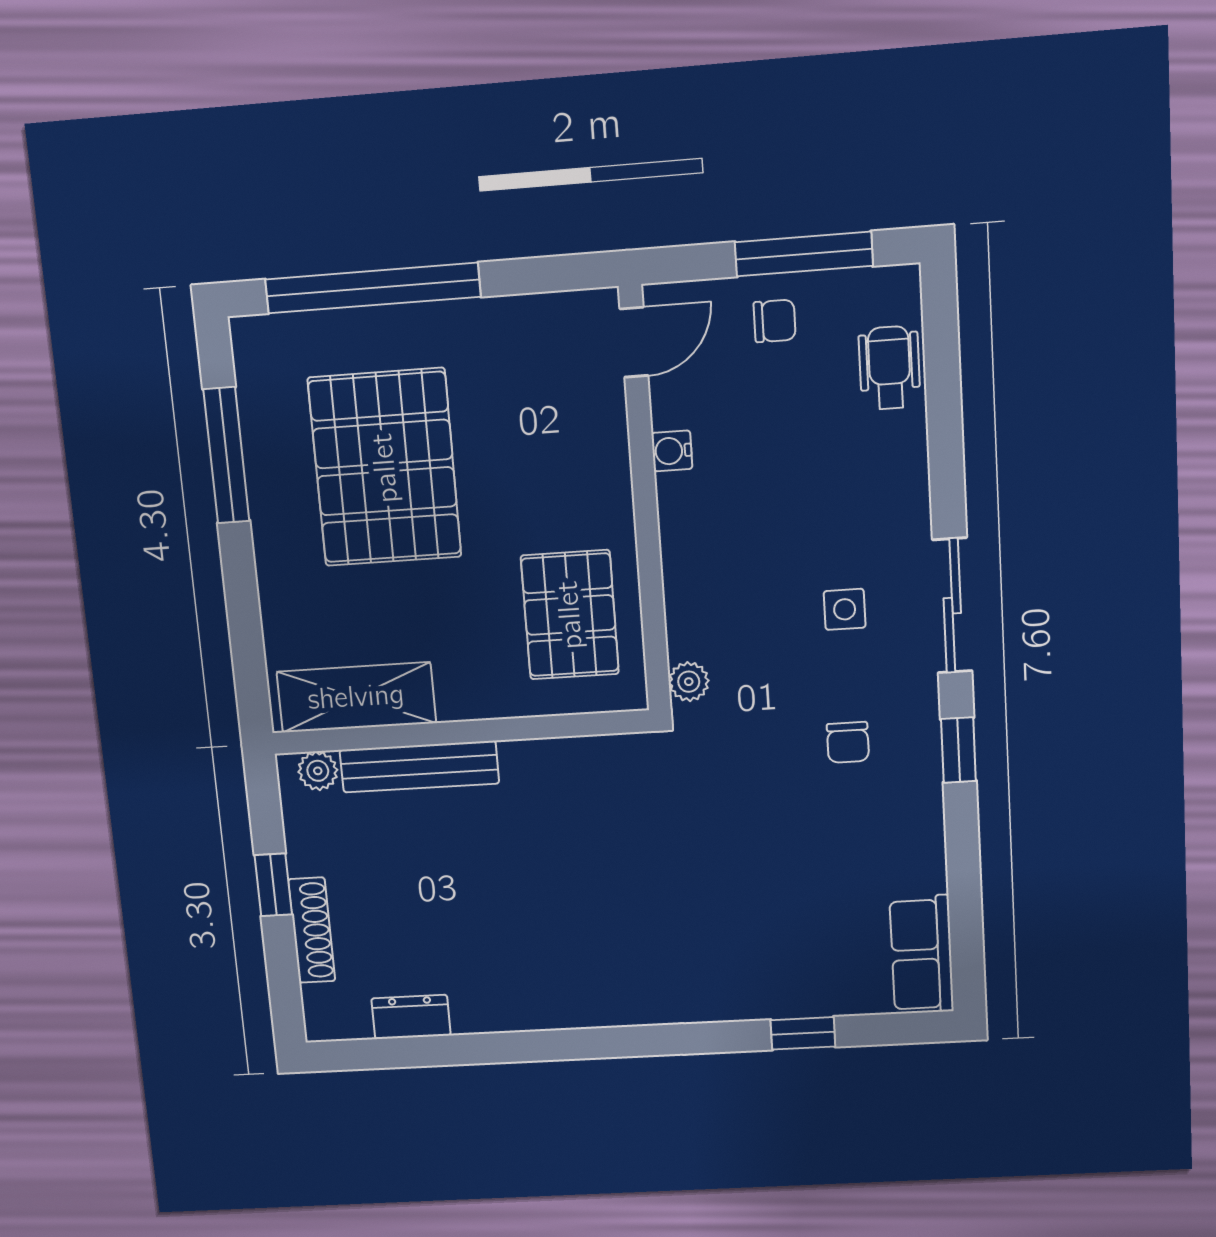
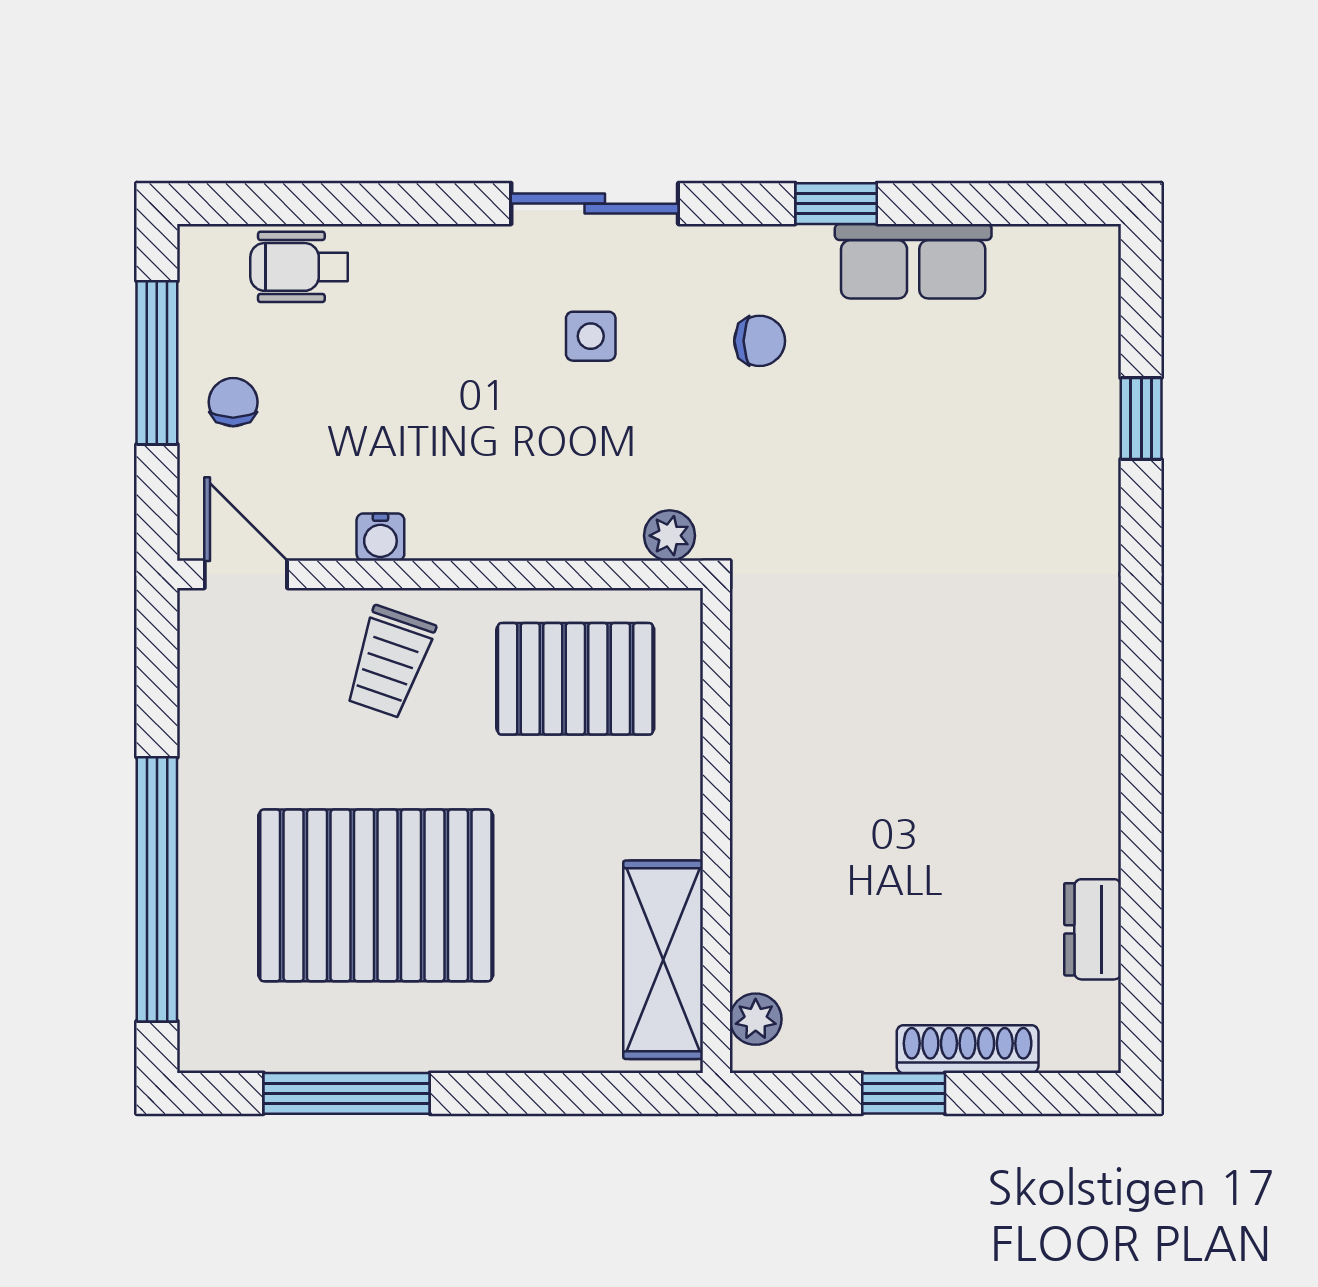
trolley: (572, 466) -> (390, 662), added
window: (958, 750) -> (836, 204), moved
bench: (419, 767) -> (758, 887), removed
row of seats: (922, 954) -> (913, 261), moved

